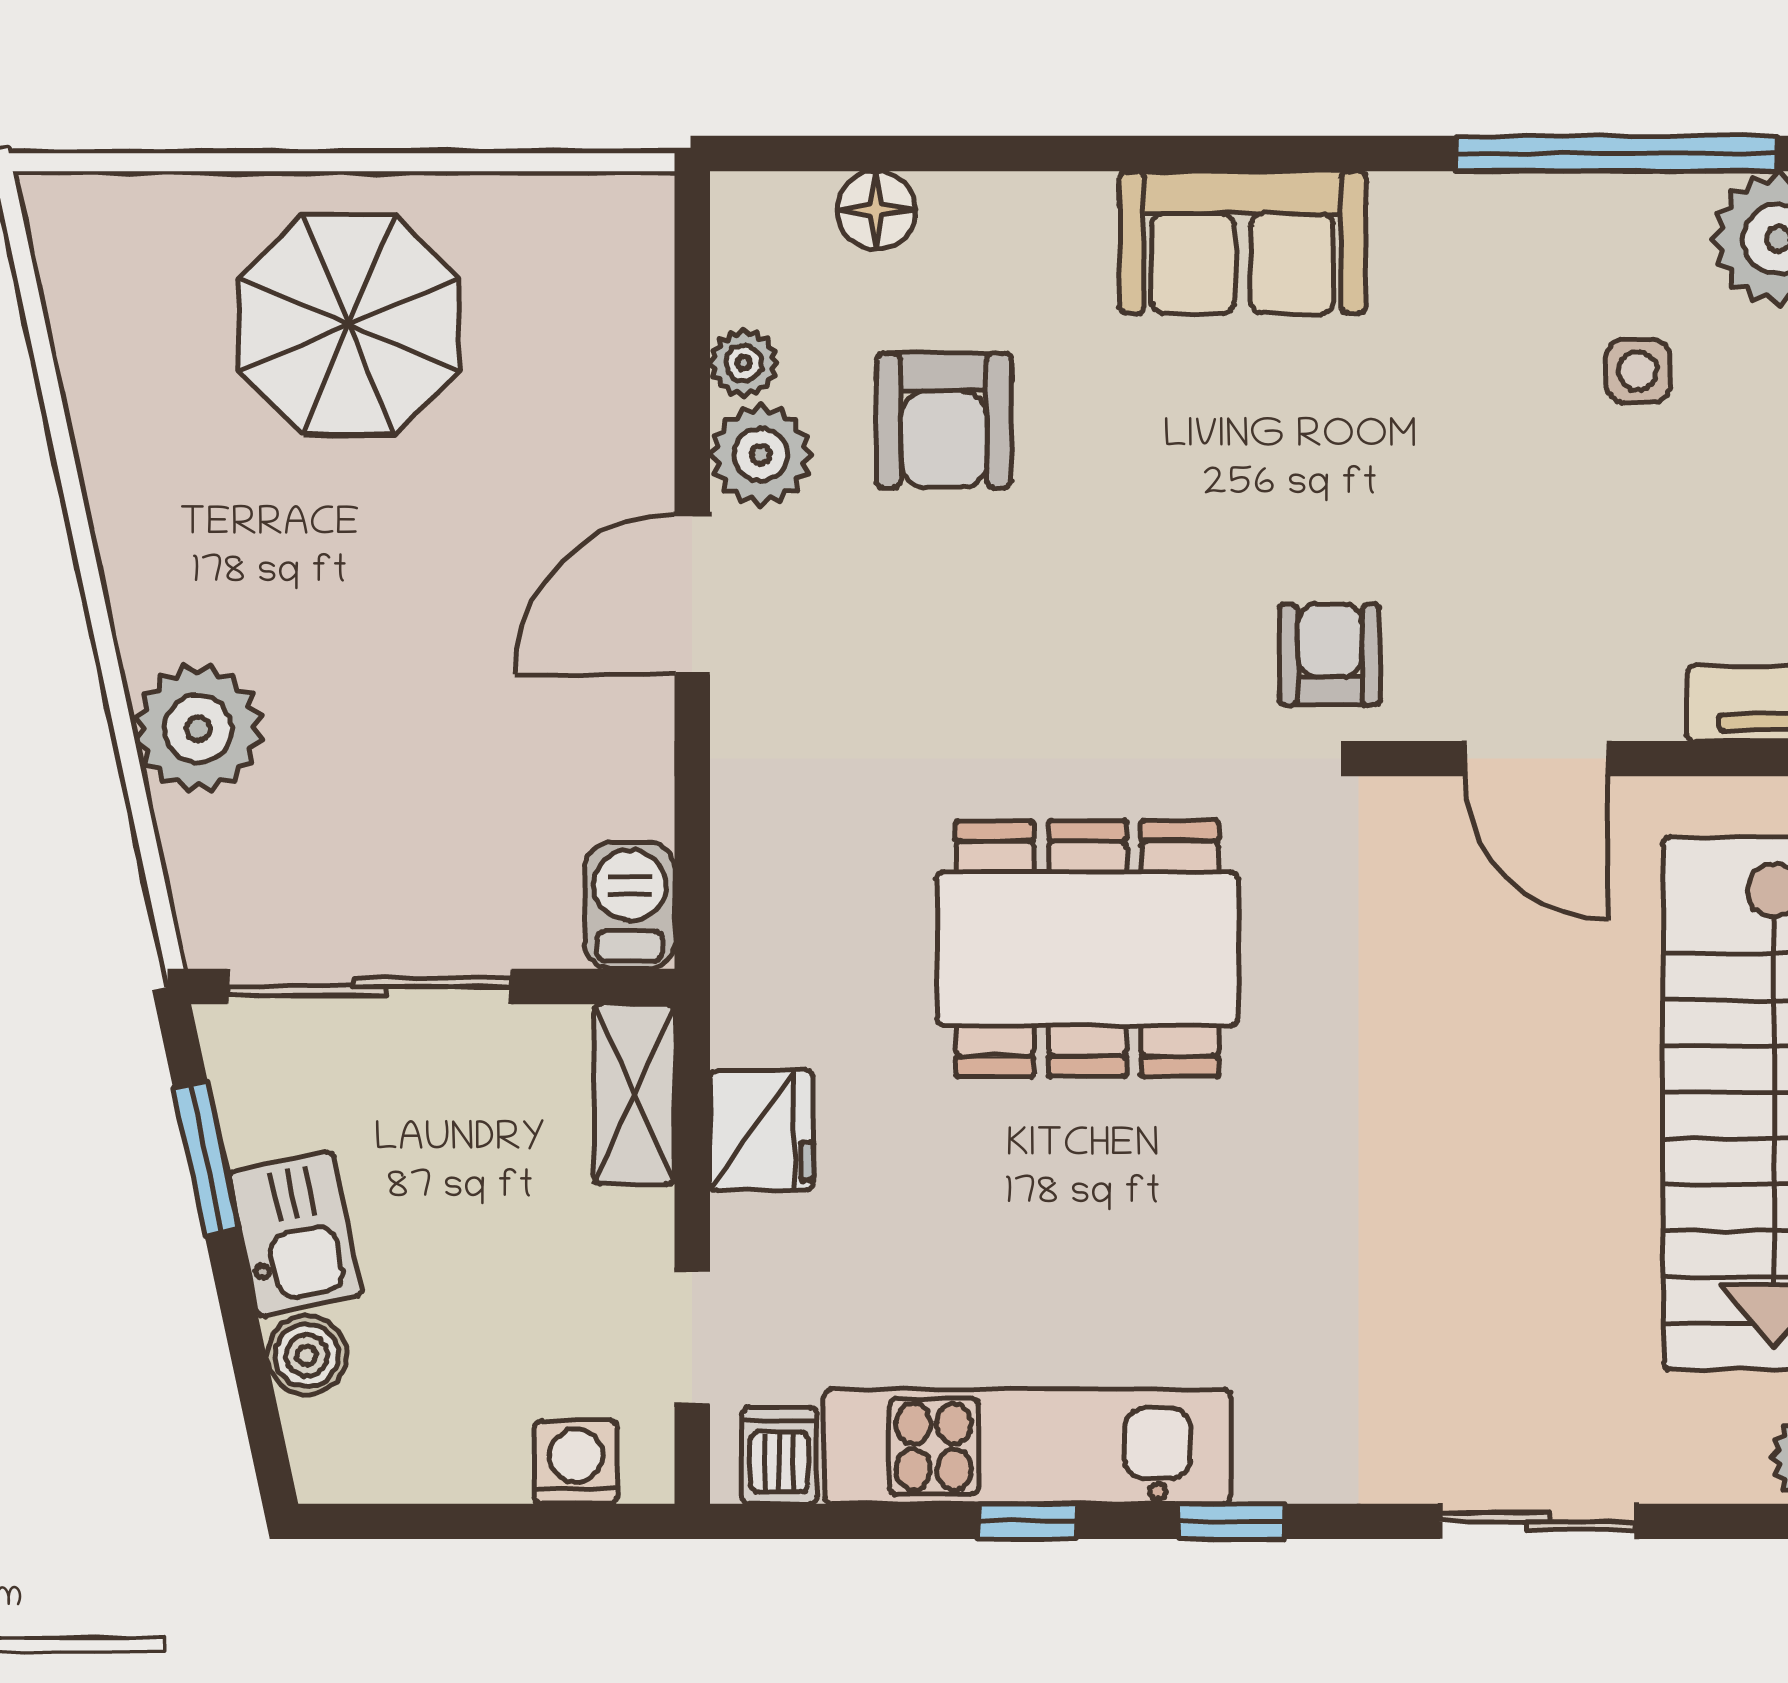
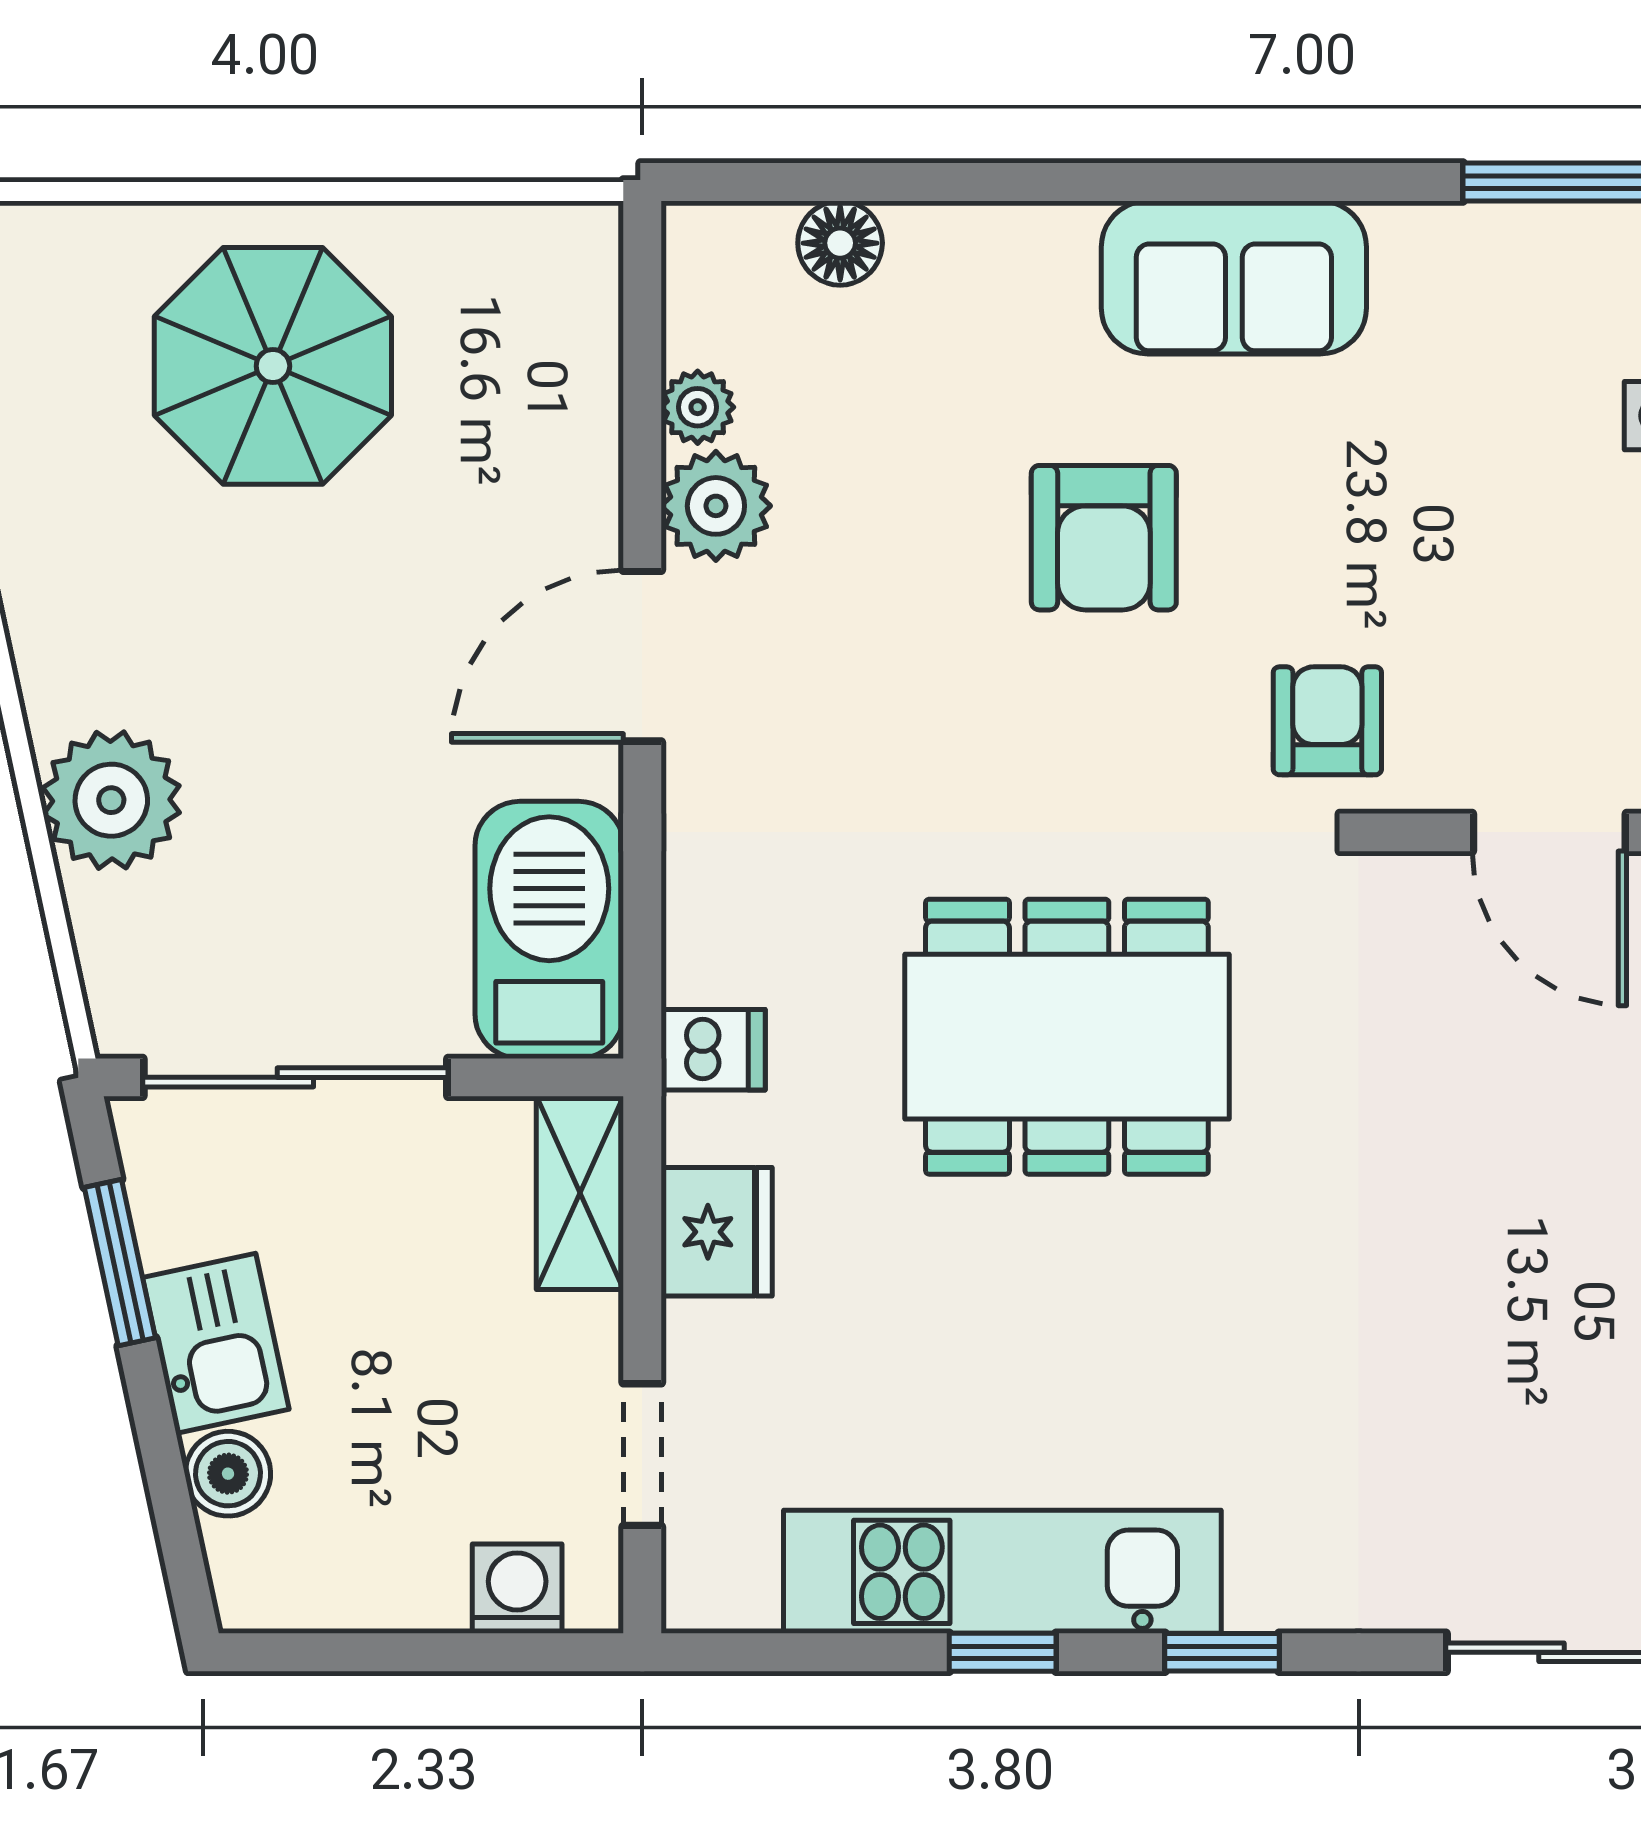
armchair: (944, 421) -> (1104, 538), moved
barbecue: (630, 905) -> (549, 930), width x1.88, depth x1.53
dishwasher: (779, 1456) -> (713, 1050), moved, turned 90

